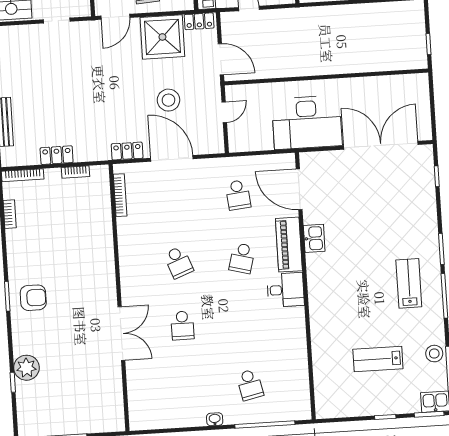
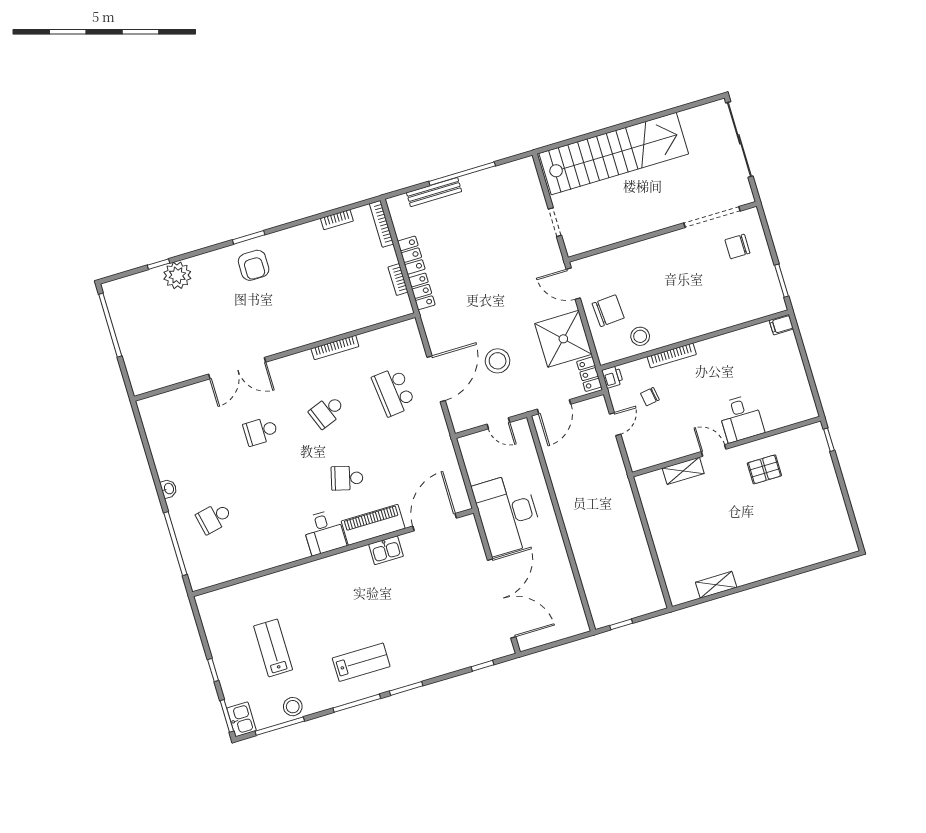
locker: (127, 151) -> (422, 291), moved
bookcase: (120, 195) -> (335, 347), moved
school desk: (238, 195) -> (394, 392), moved, width x1.85

